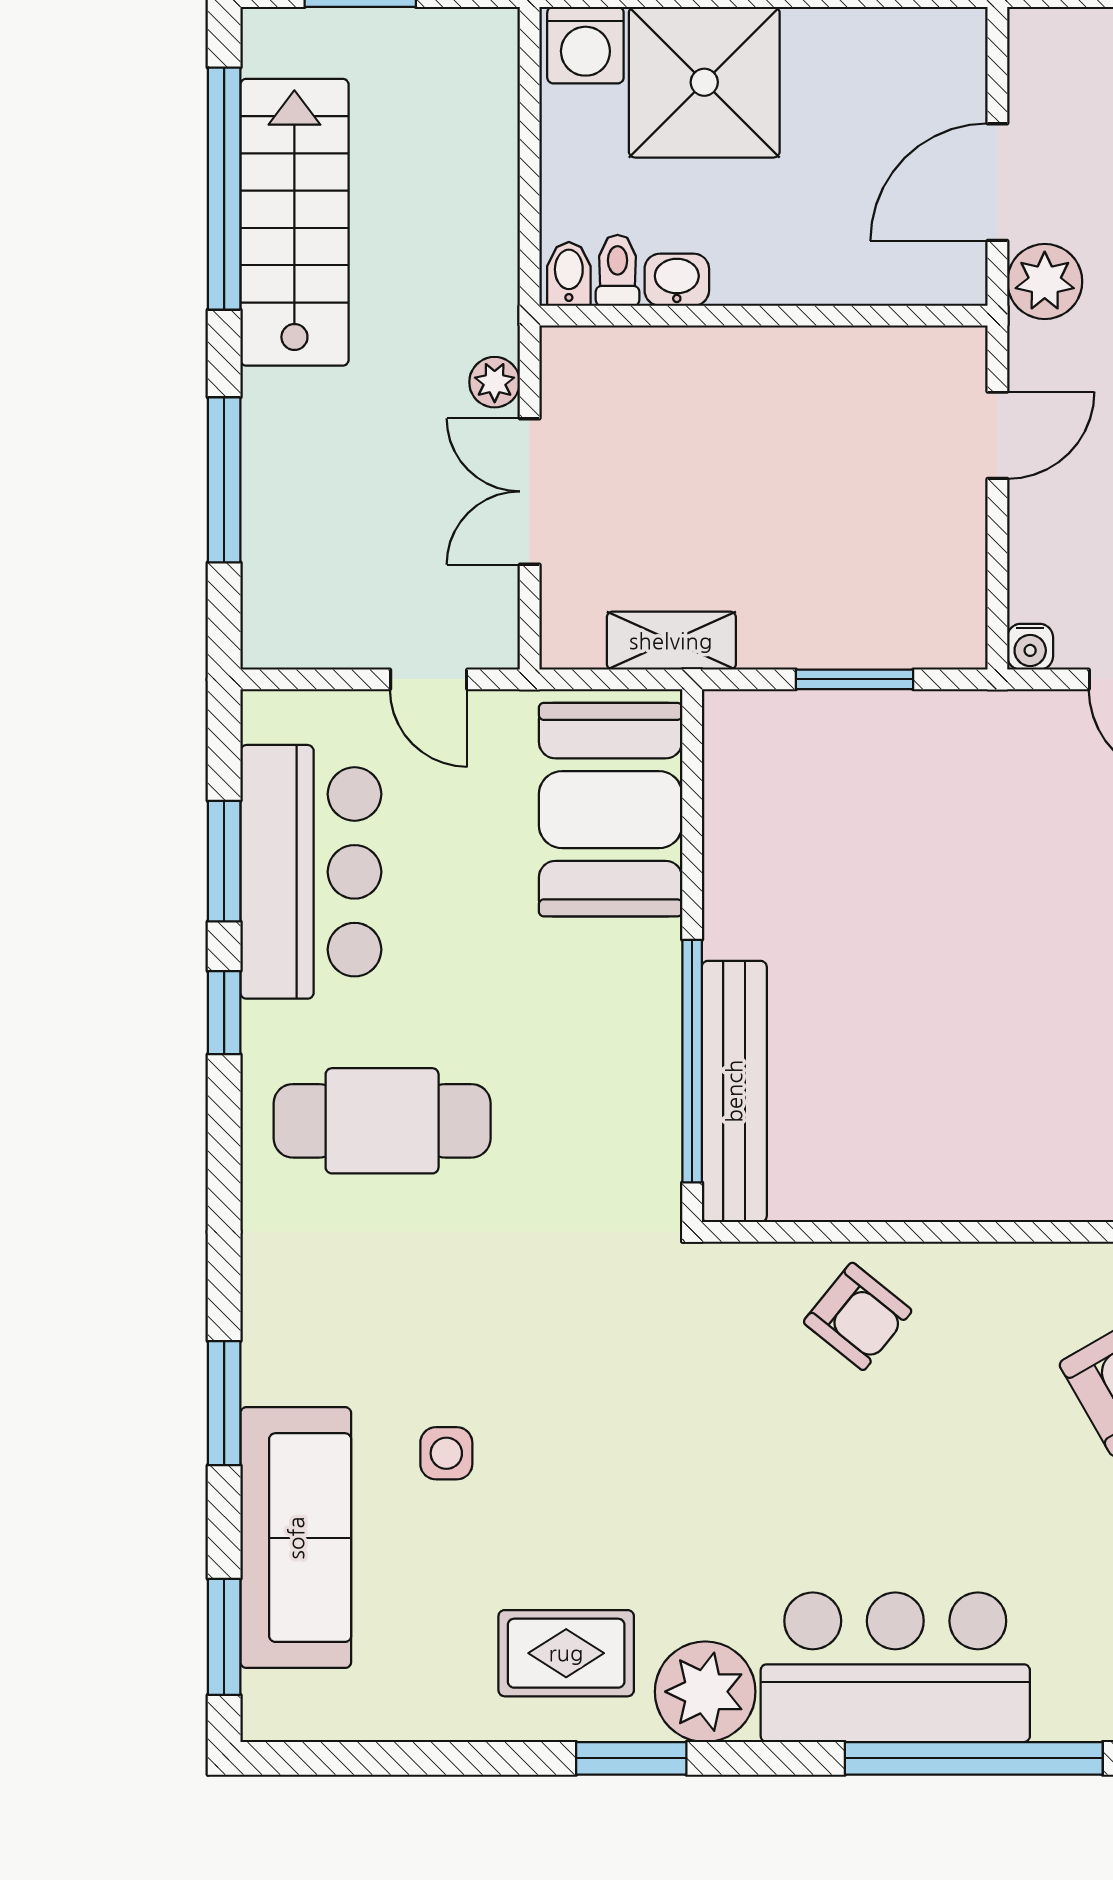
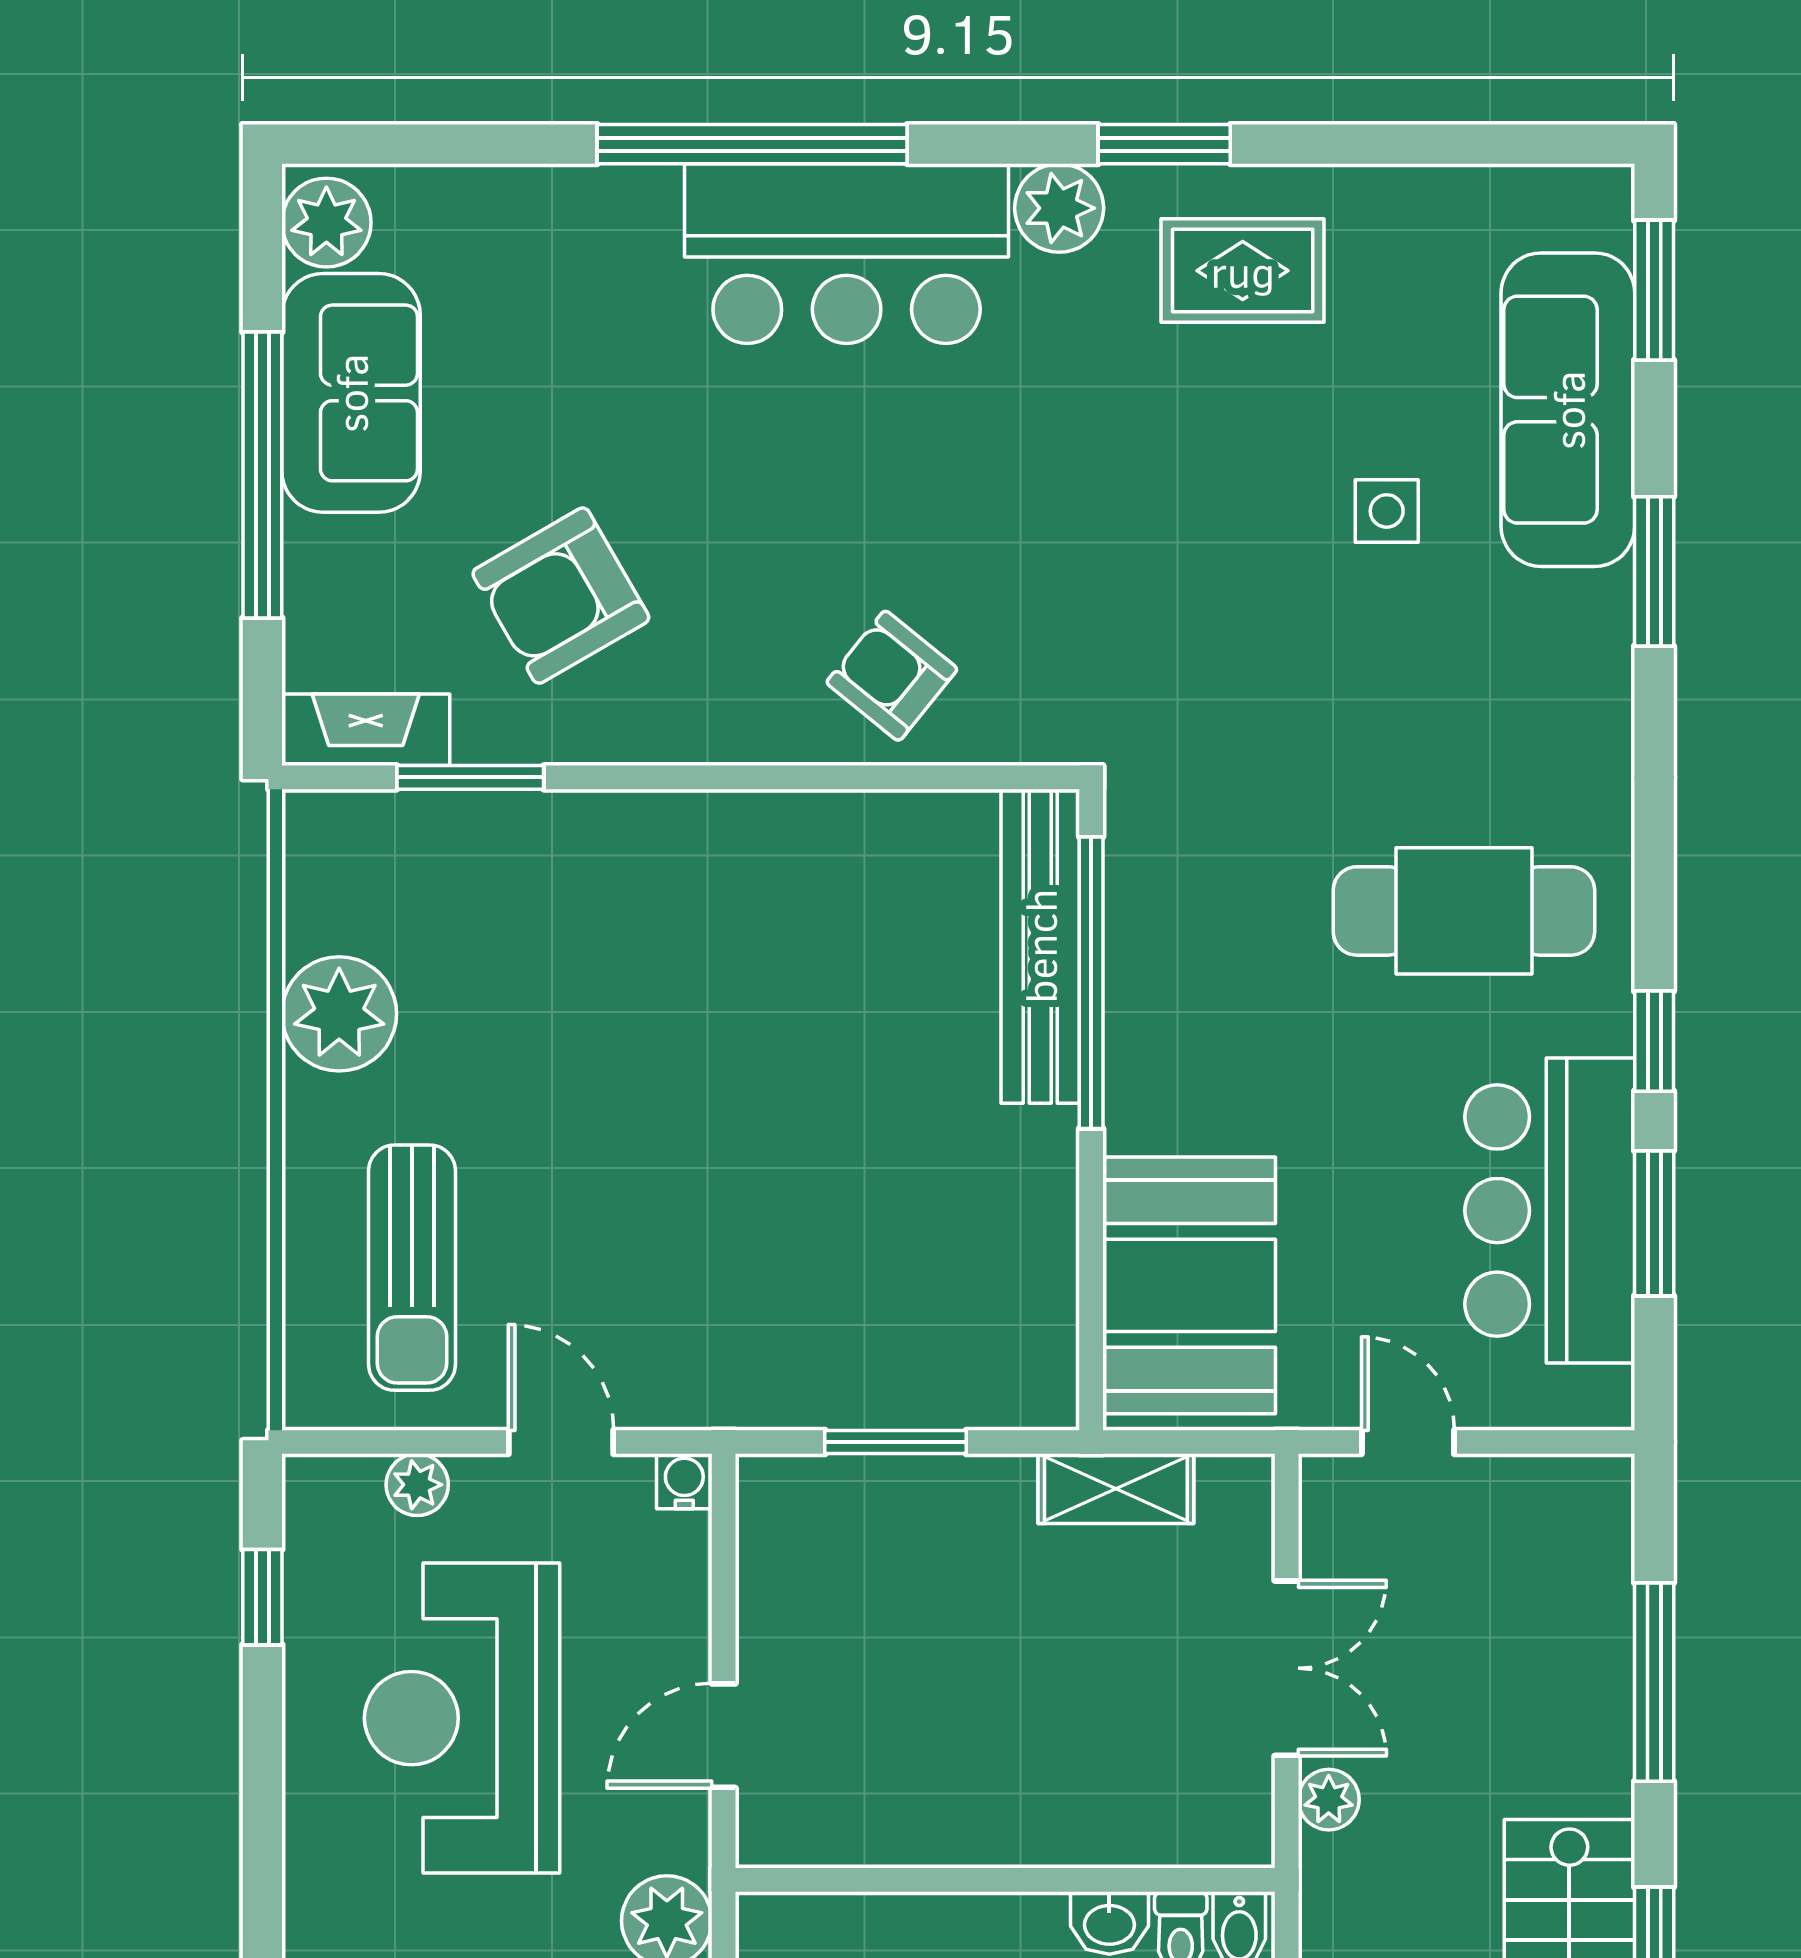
plant: (705, 1692) -> (1059, 208), width x0.73, depth x0.73

